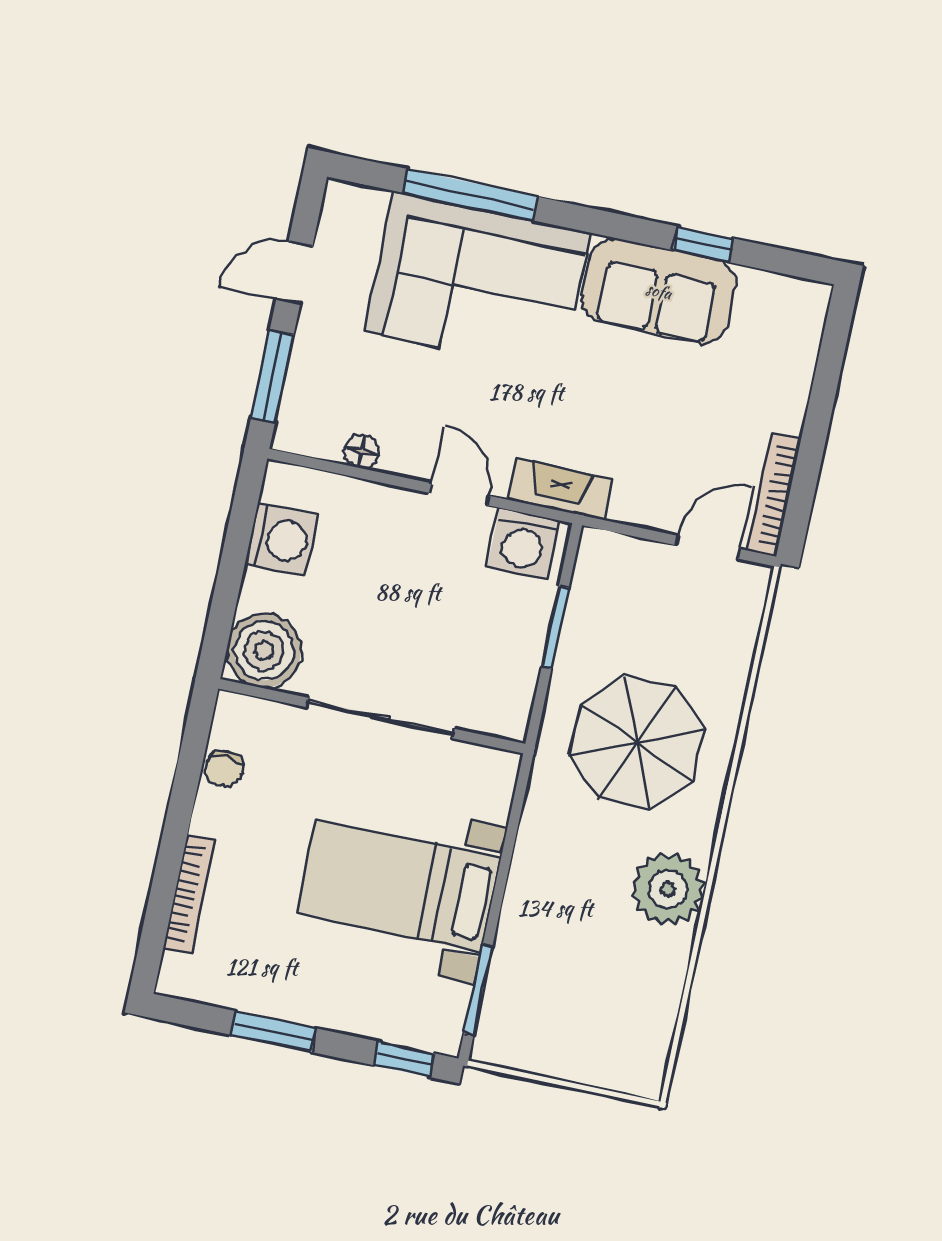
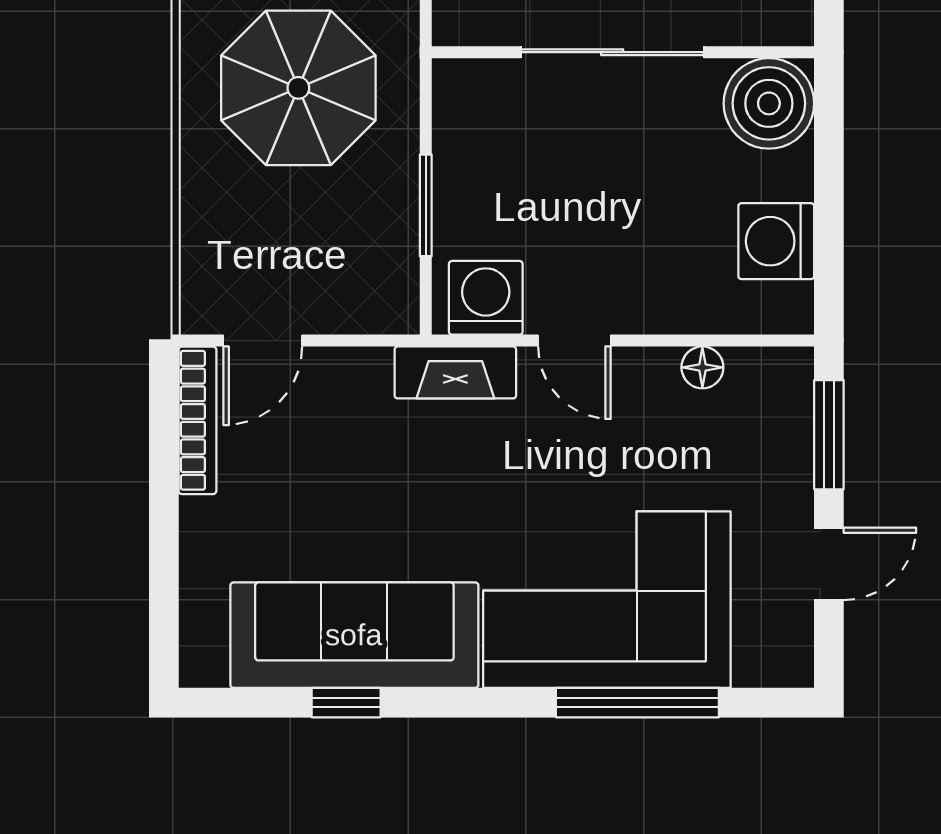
sofa: (659, 291) -> (354, 635), width x1.36

